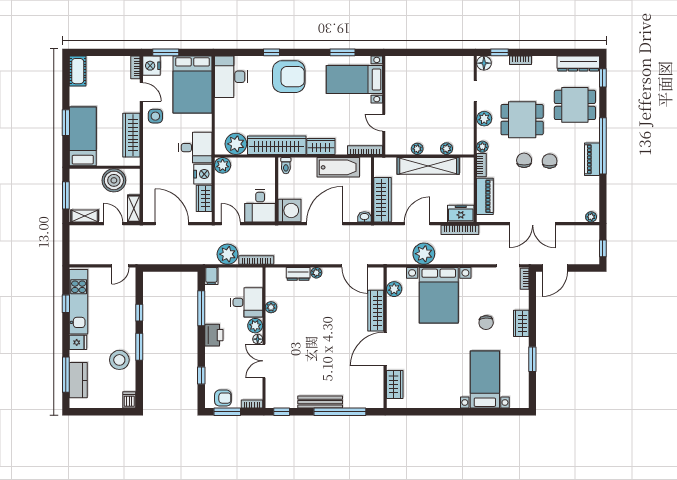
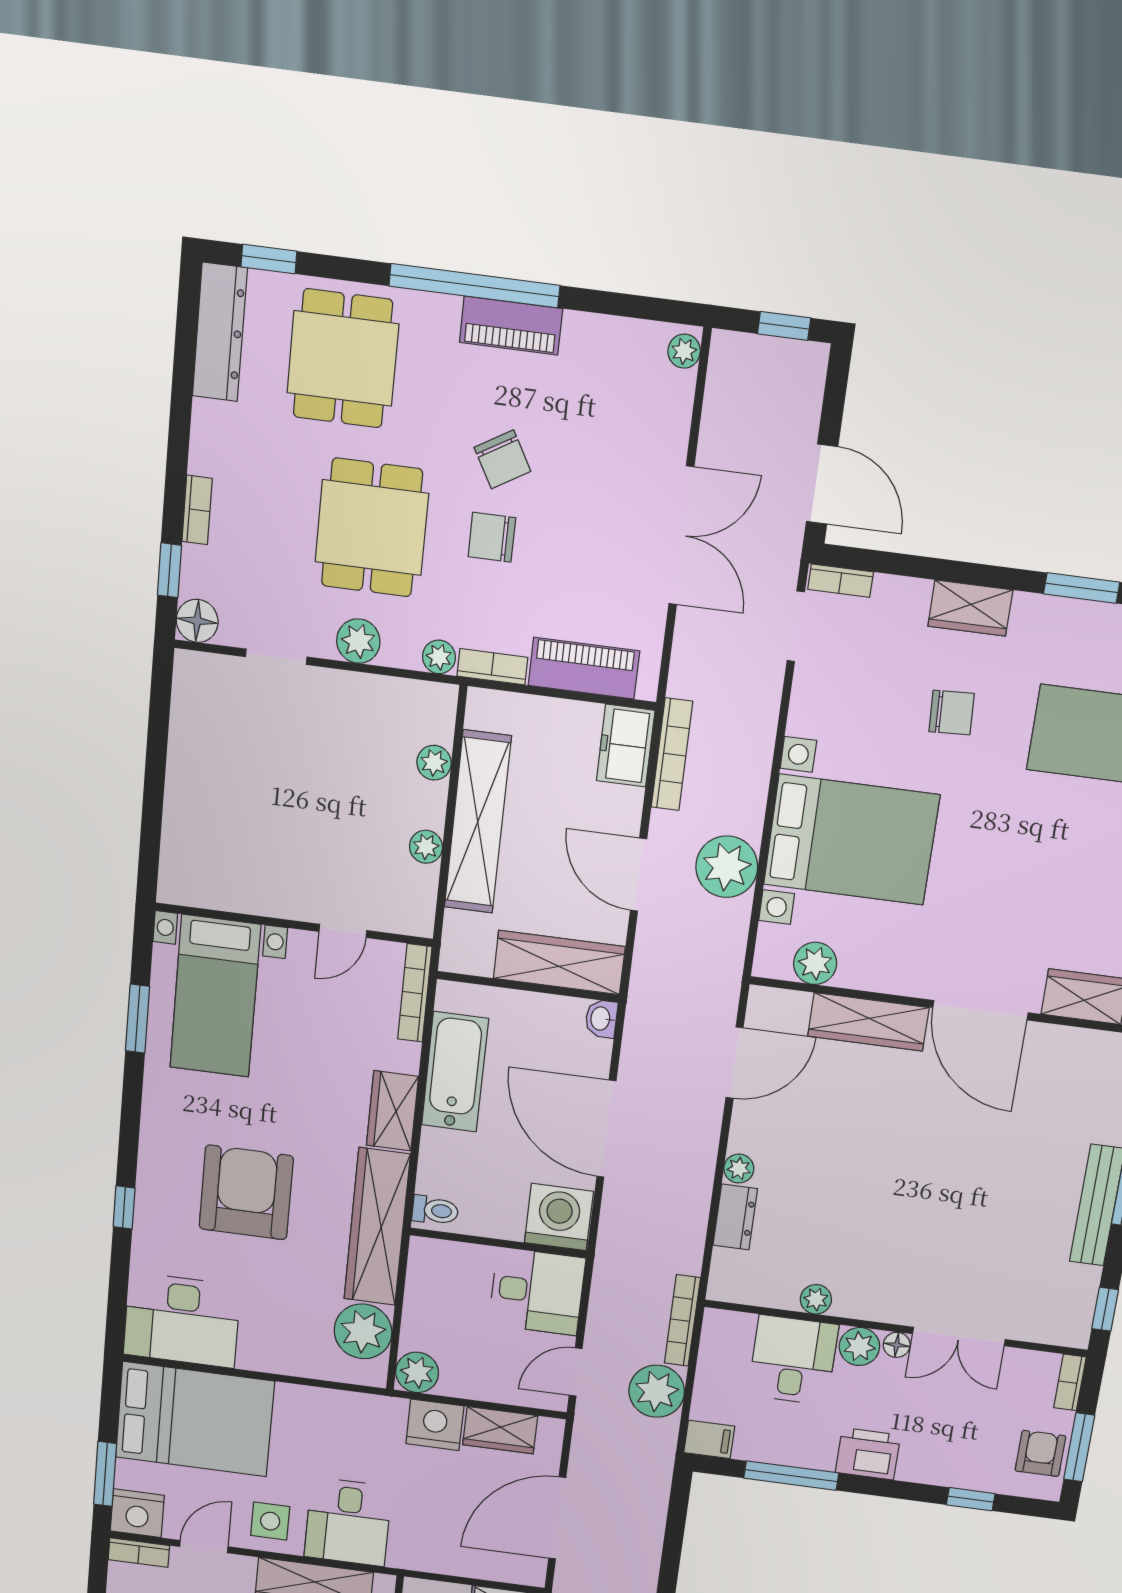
armchair: (289, 77) -> (246, 1192), moved
desk: (195, 148) -> (348, 1522), moved, turned 180
chair: (550, 161) -> (502, 459), turned -120

